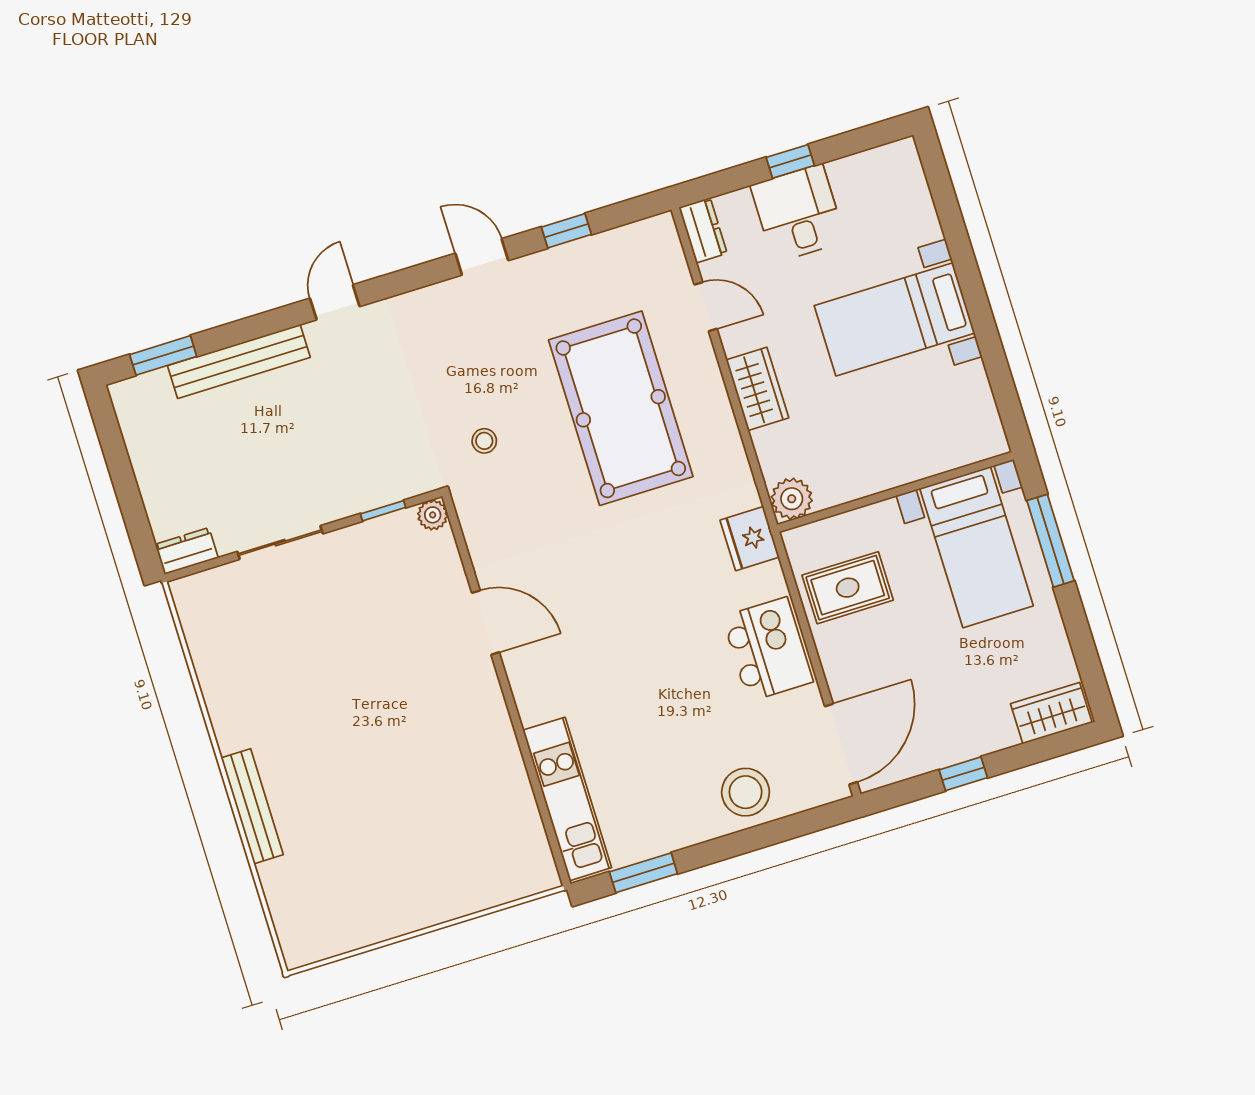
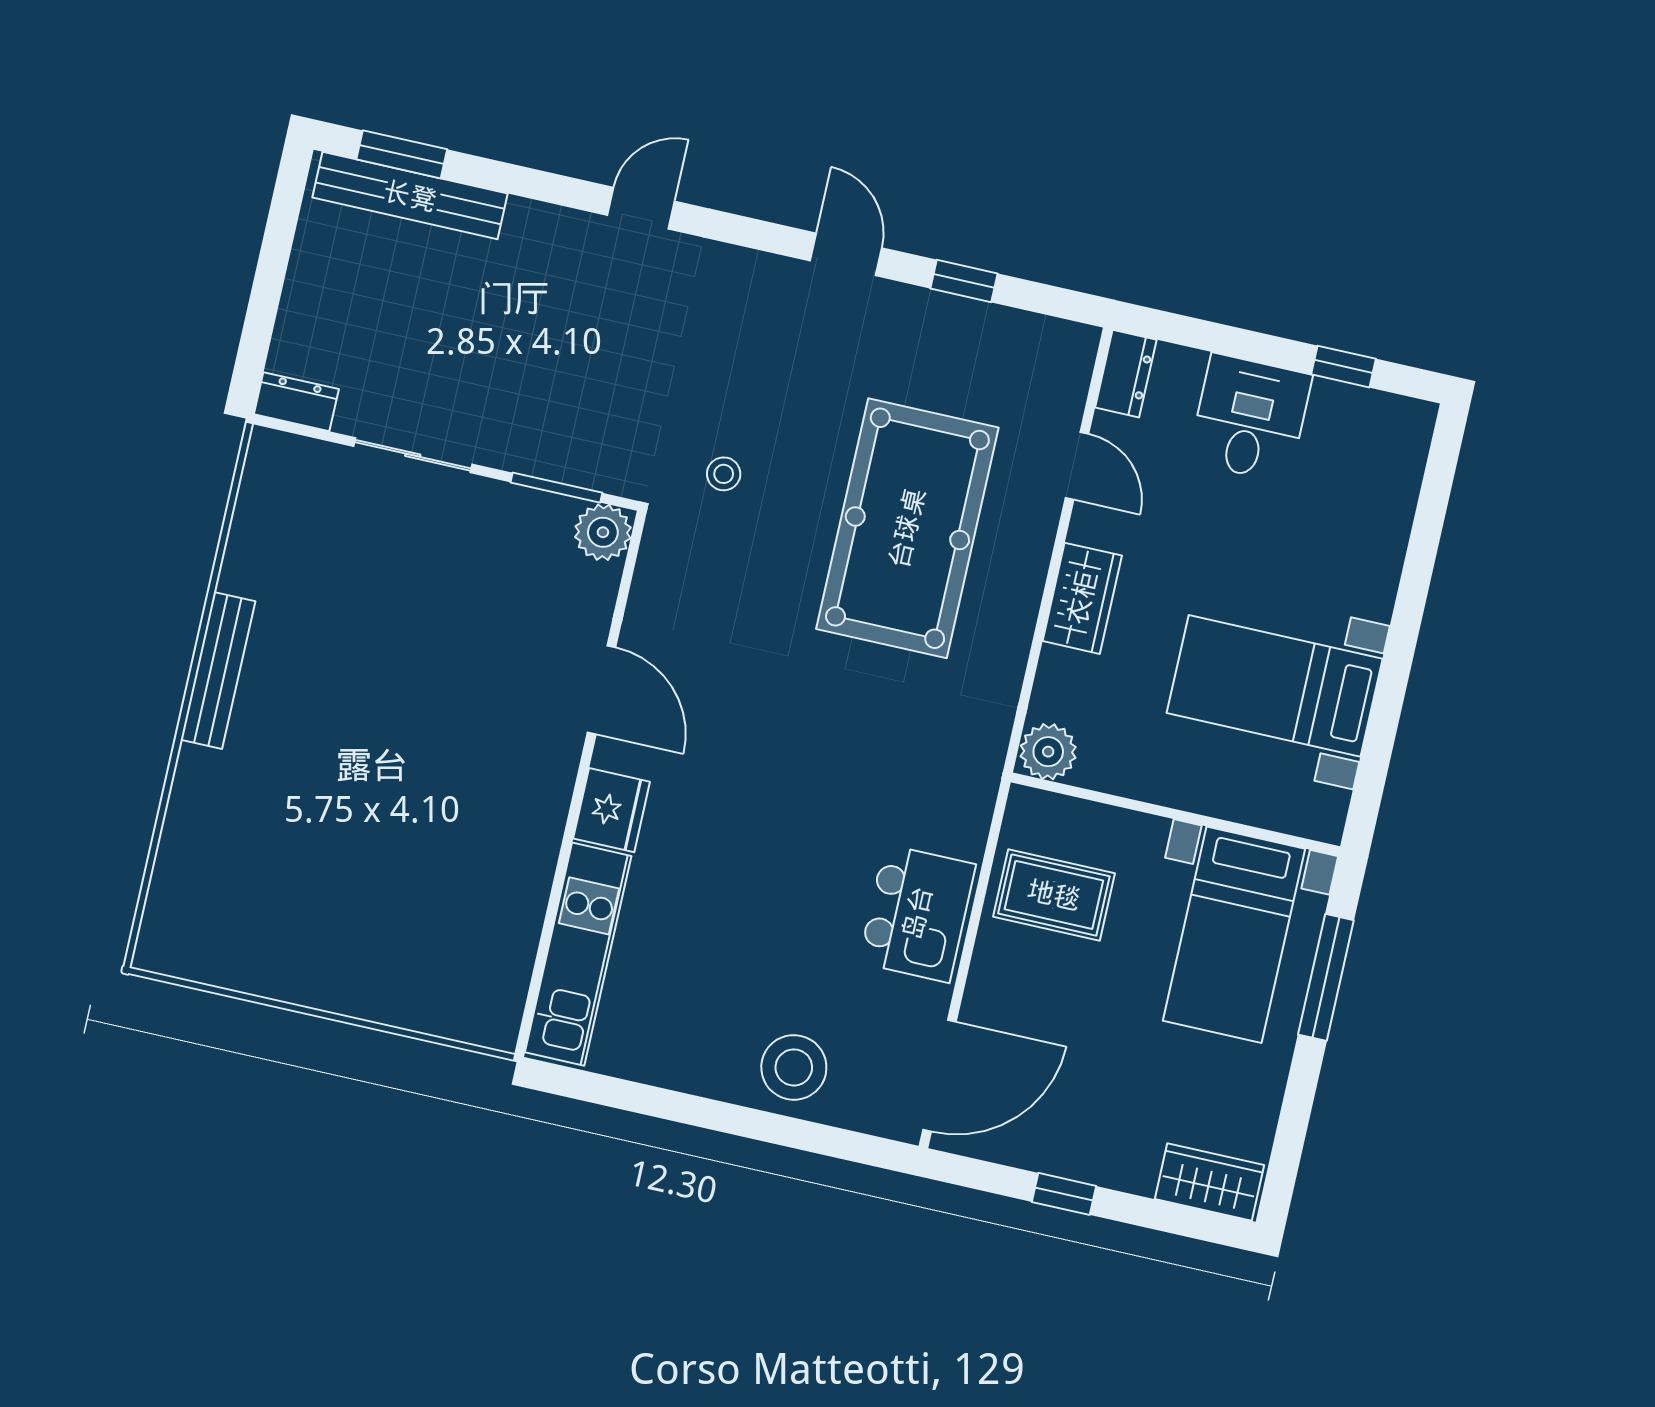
window: (790, 161) -> (1343, 367), moved
bed with nightstands: (894, 319) -> (1275, 686), moved
bench: (239, 361) -> (410, 196), moved
window: (383, 511) -> (556, 488), width x1.50
plant: (433, 515) -> (603, 532), width x1.38, depth x1.38
fridge: (750, 539) -> (612, 810), moved, turned 180
bench: (252, 806) -> (218, 671), moved
window: (643, 873) -> (618, 1093), removed

